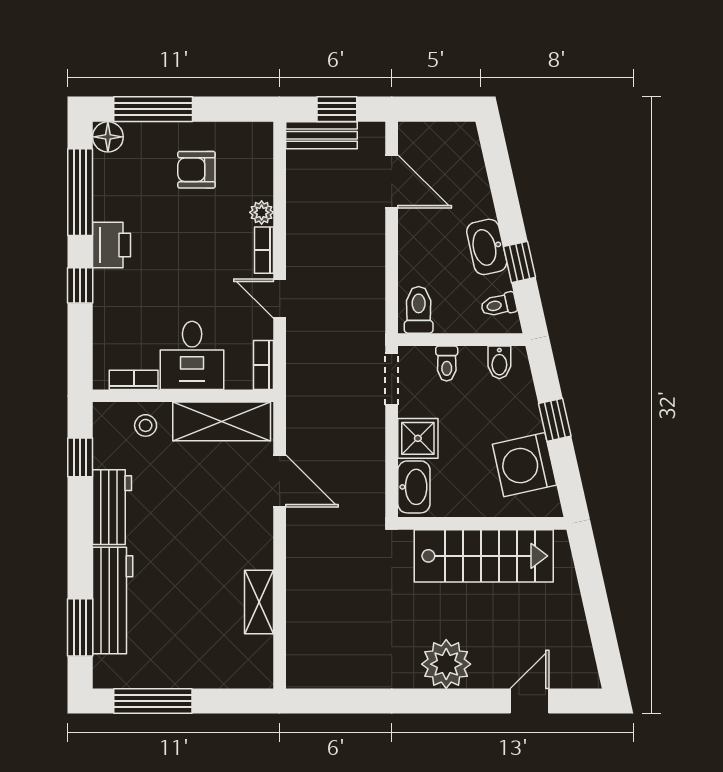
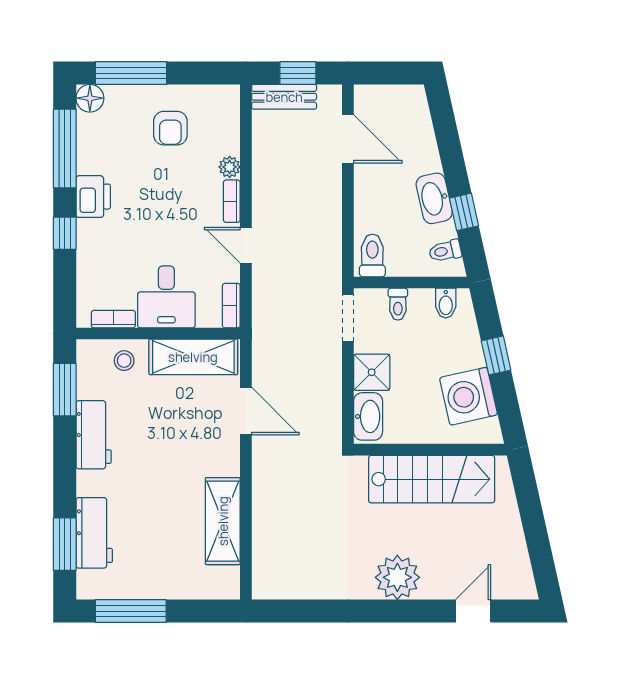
armchair: (196, 170) -> (170, 128), turned -90
window: (80, 457) -> (65, 390), width x1.50
workbench: (113, 600) -> (94, 533), width x0.73
shelving: (259, 602) -> (223, 521), width x1.50, depth x1.33

